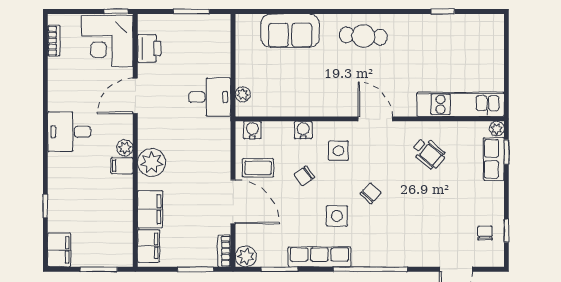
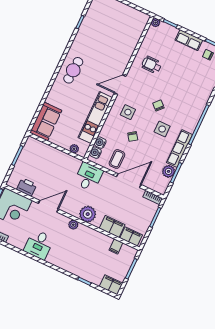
sofa: (290, 31) -> (46, 121), moved
door: (135, 96) -> (48, 206), swing flipped
desk: (210, 97) -> (88, 177), moved
kitchen unit: (461, 104) -> (95, 118), moved
water cooler: (303, 130) -> (100, 143), moved
desk: (69, 132) -> (39, 244), moved
wheelchair: (429, 153) -> (152, 65), turned -130
row of seats: (494, 159) -> (189, 40), moved
filing cabinet: (122, 166) -> (116, 246), moved
plant: (246, 257) -> (169, 171), moved

